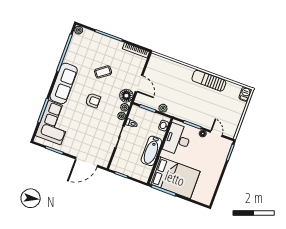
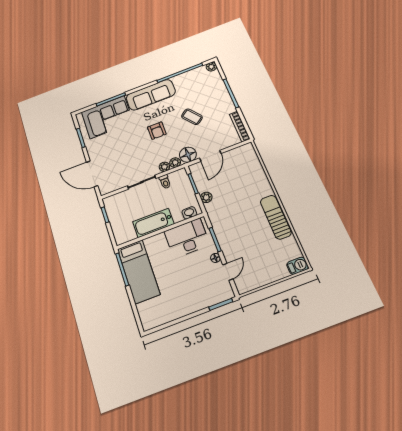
bed: (175, 178) -> (139, 271), width x0.67

